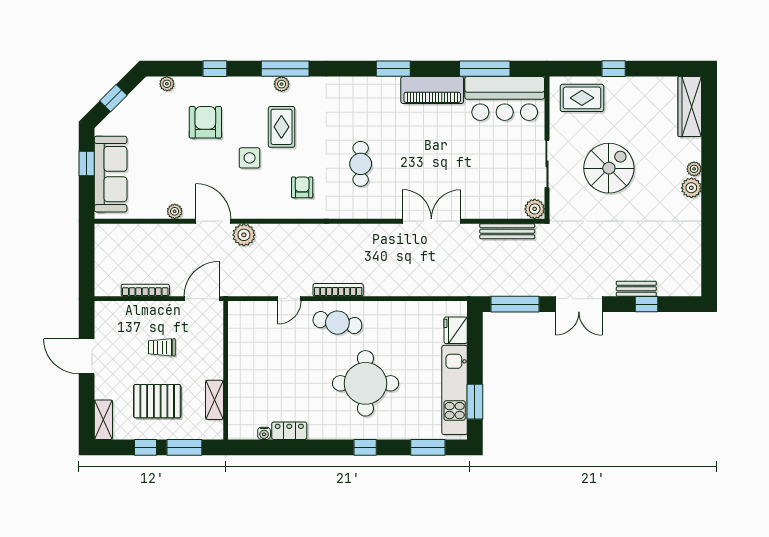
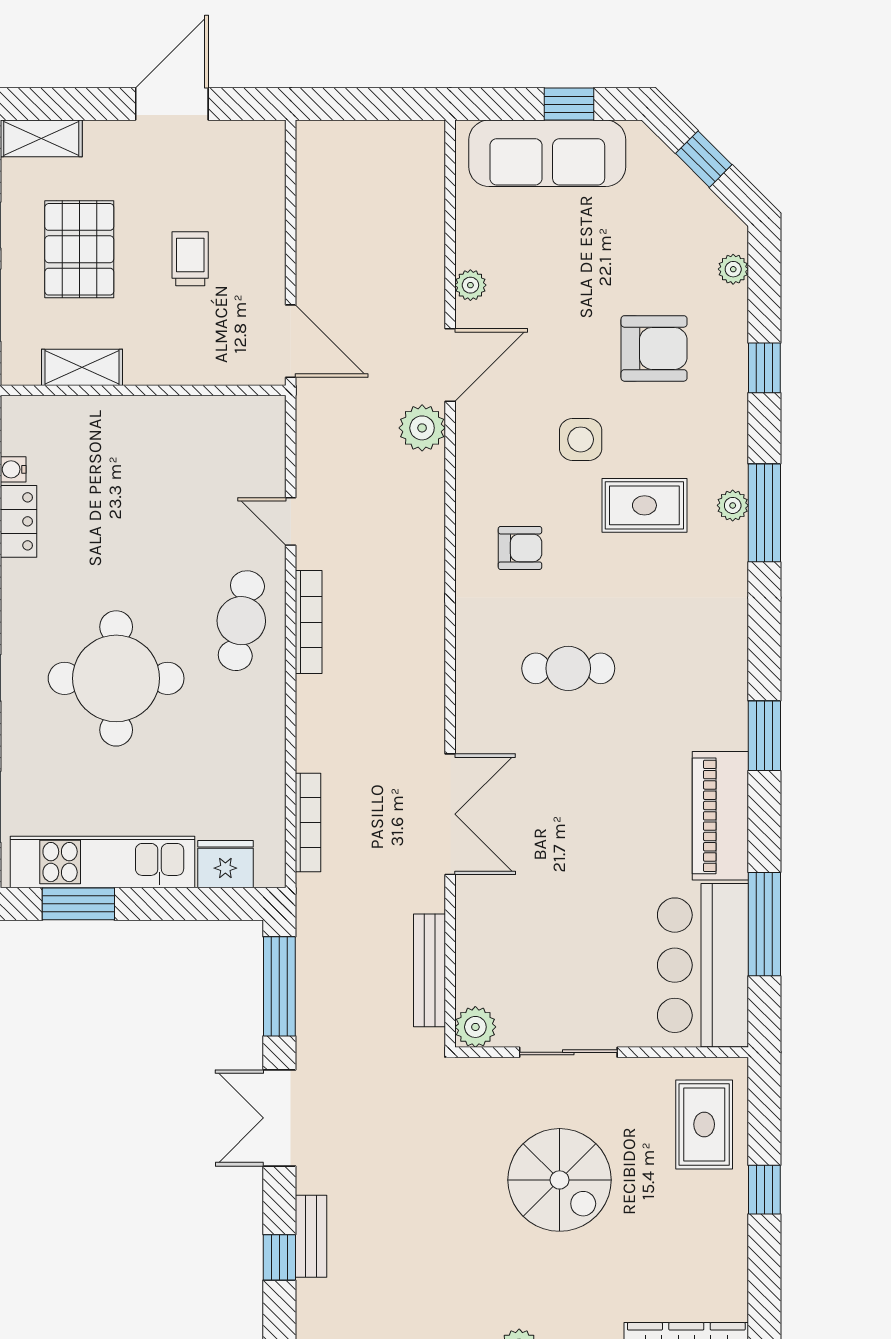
bookcase: (145, 290) -> (308, 822), moved

